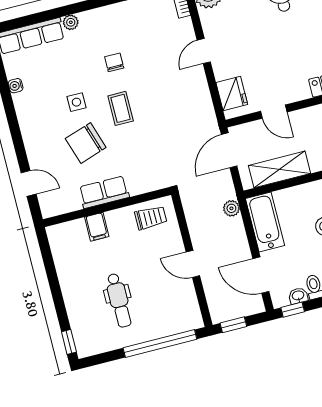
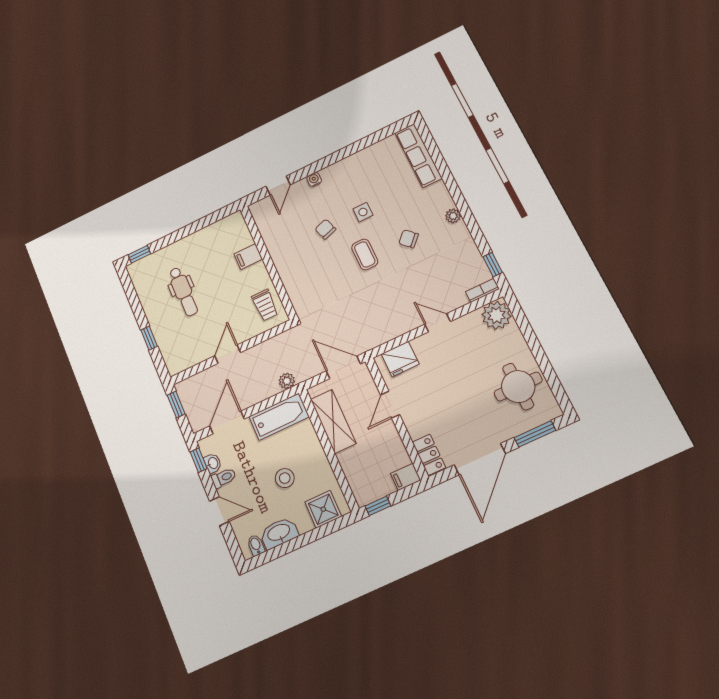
plant: (71, 22) -> (453, 216), moved
chair: (114, 62) -> (409, 239), turned -136
water cooler: (16, 86) -> (314, 180), moved
coffee table: (121, 108) -> (365, 254), turned 90
chair: (86, 143) -> (325, 229), width x0.54, depth x0.54
row of seats: (104, 192) -> (282, 256), removed
dental chair: (119, 300) -> (183, 292), turned -90
window: (160, 343) -> (149, 338), width x0.32

